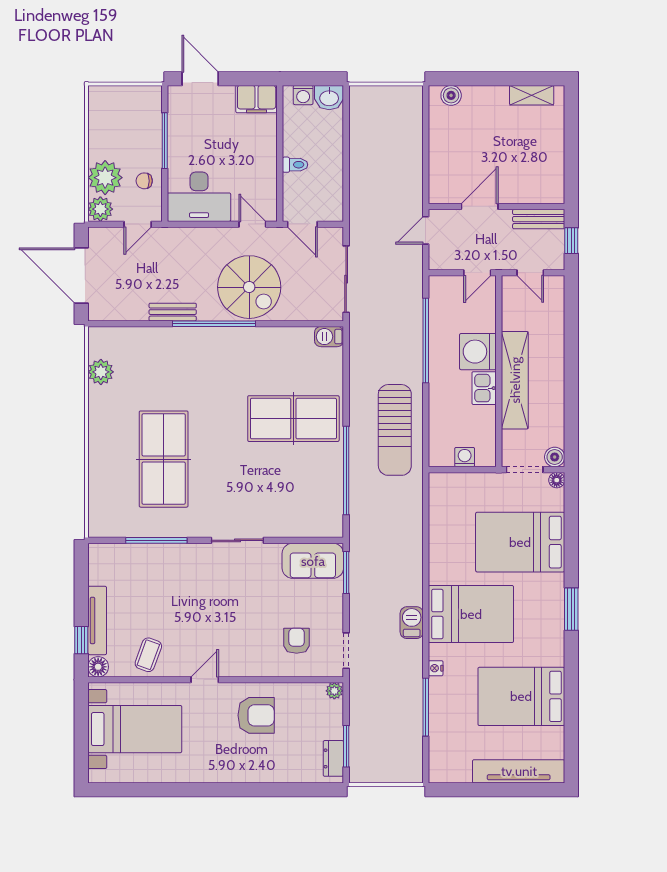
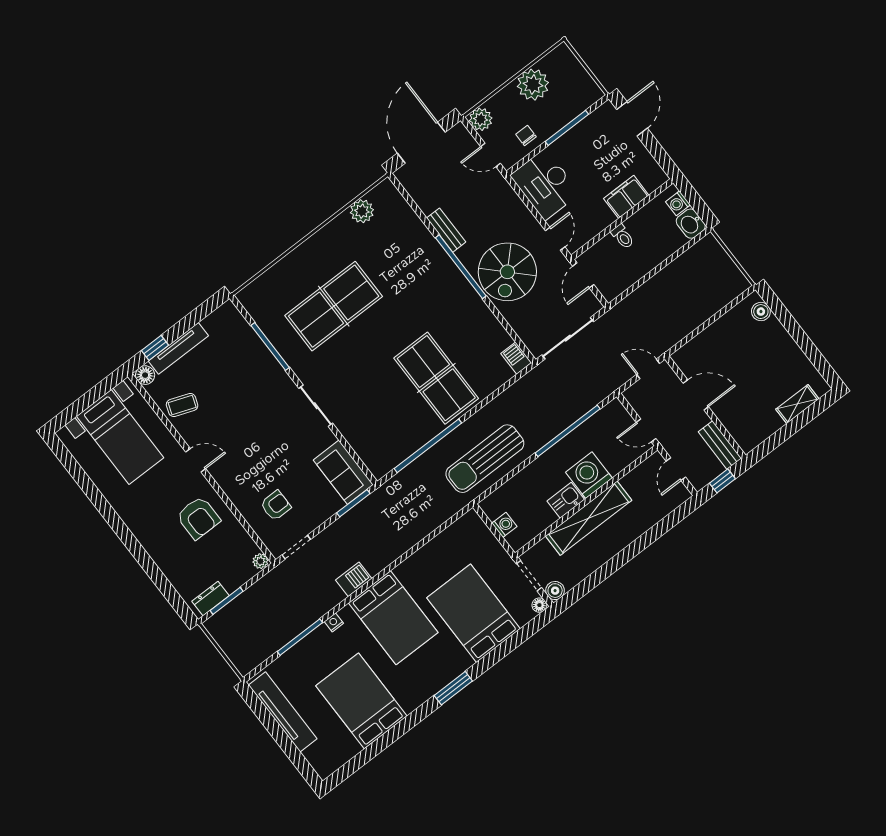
shelving: (532, 95) -> (797, 404), moved, turned 90
filing cabinet: (257, 99) -> (626, 197), moved, turned 90
plant: (105, 178) -> (533, 85), moved
tv unit: (519, 771) -> (283, 712), moved

